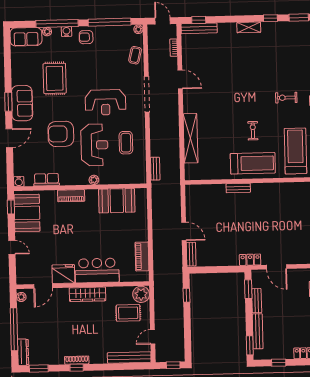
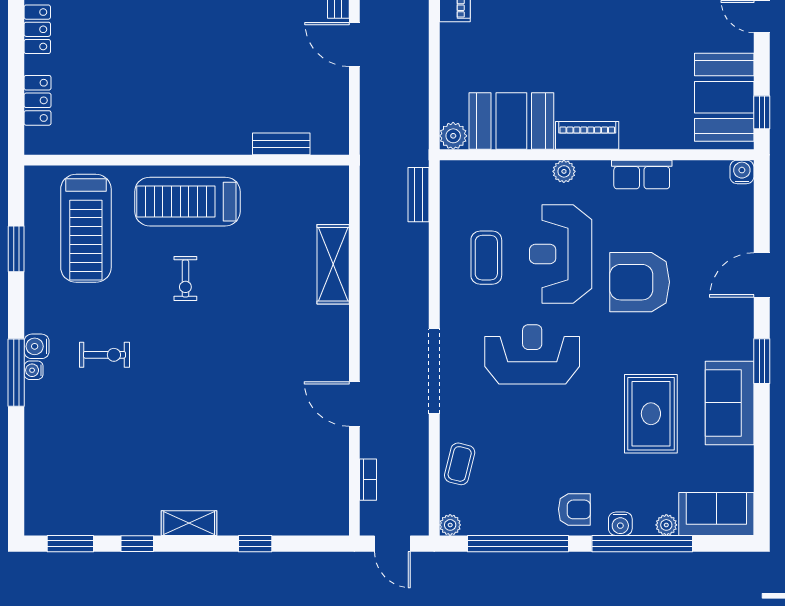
window: (199, 20) -> (255, 544), moved
bench: (199, 28) -> (307, 524), removed
sofa: (22, 103) -> (730, 403), moved
armchair: (61, 134) -> (640, 282), turned 180
shelving: (191, 138) -> (333, 264), width x0.68
row of seats: (47, 180) -> (642, 175), moved
bench: (238, 188) -> (281, 144), moved
plant: (141, 194) -> (453, 136), added
piano: (71, 196) -> (587, 135), moved

